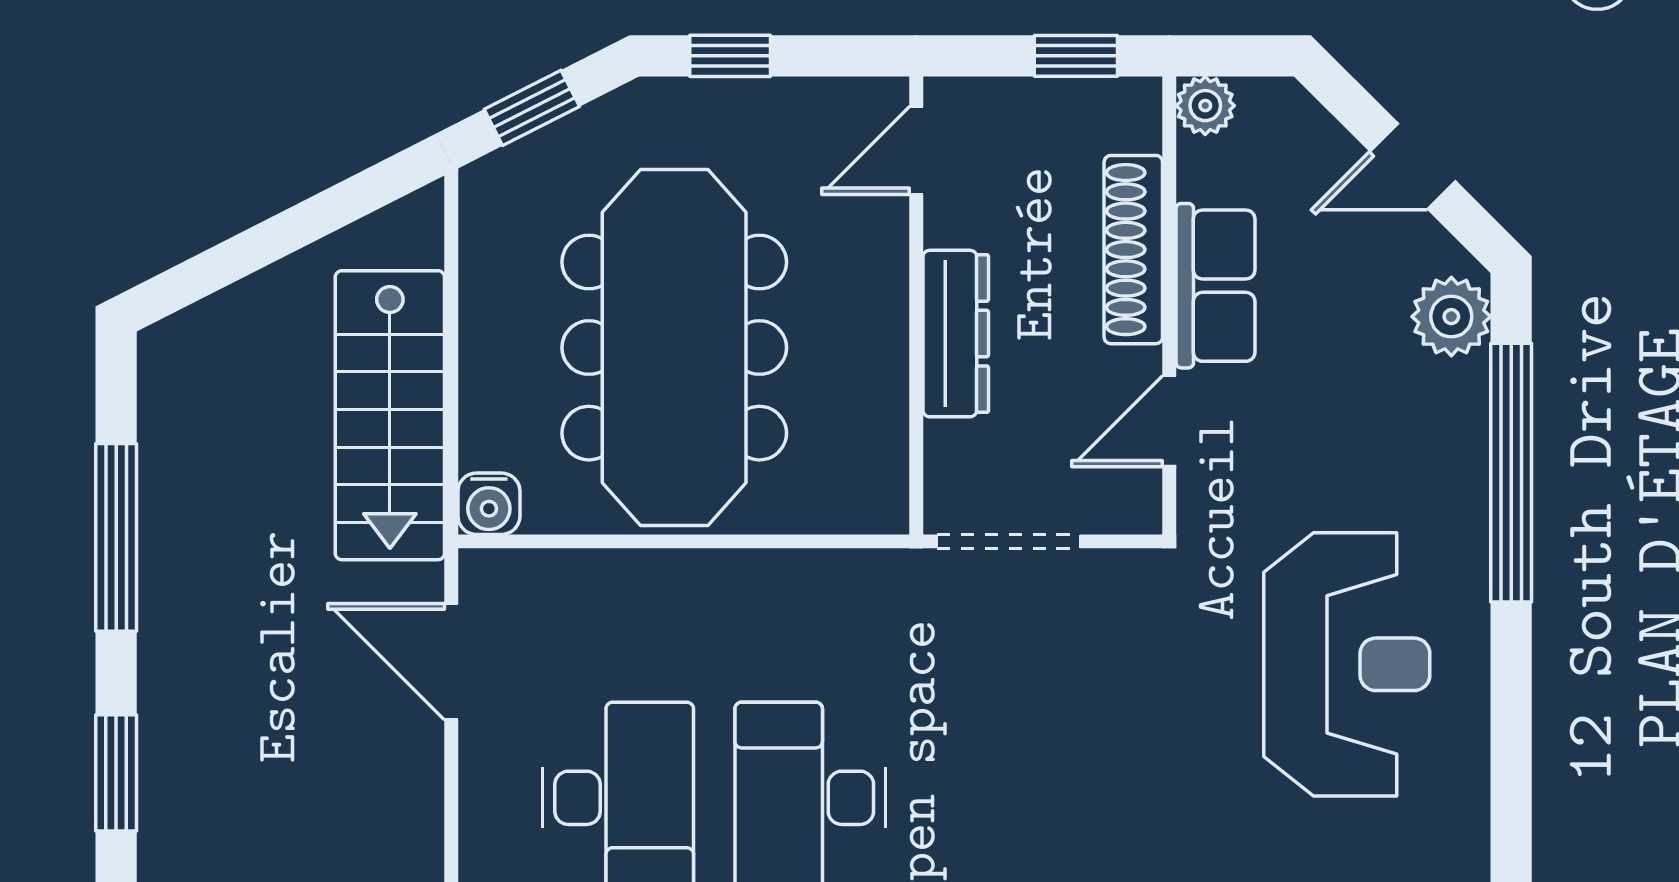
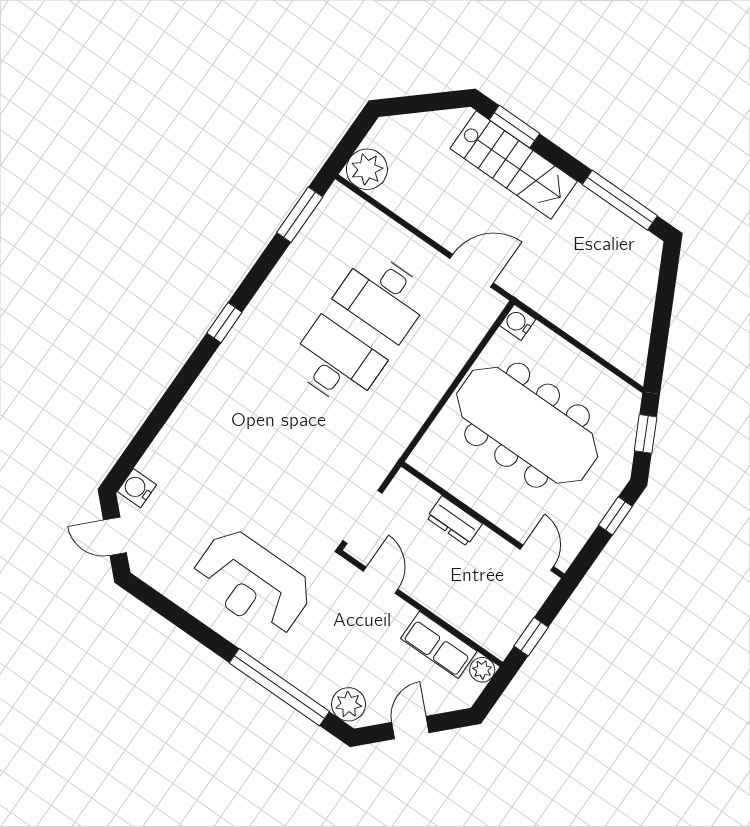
shoe rack: (1133, 250) -> (449, 610), removed
row of seats: (1215, 286) -> (439, 645), moved
dresser: (956, 334) -> (455, 521), width x0.70
stairs: (390, 415) -> (514, 165), moved, turned 180
window: (116, 537) -> (620, 200), moved
doorway: (1008, 541) -> (363, 517), moved

